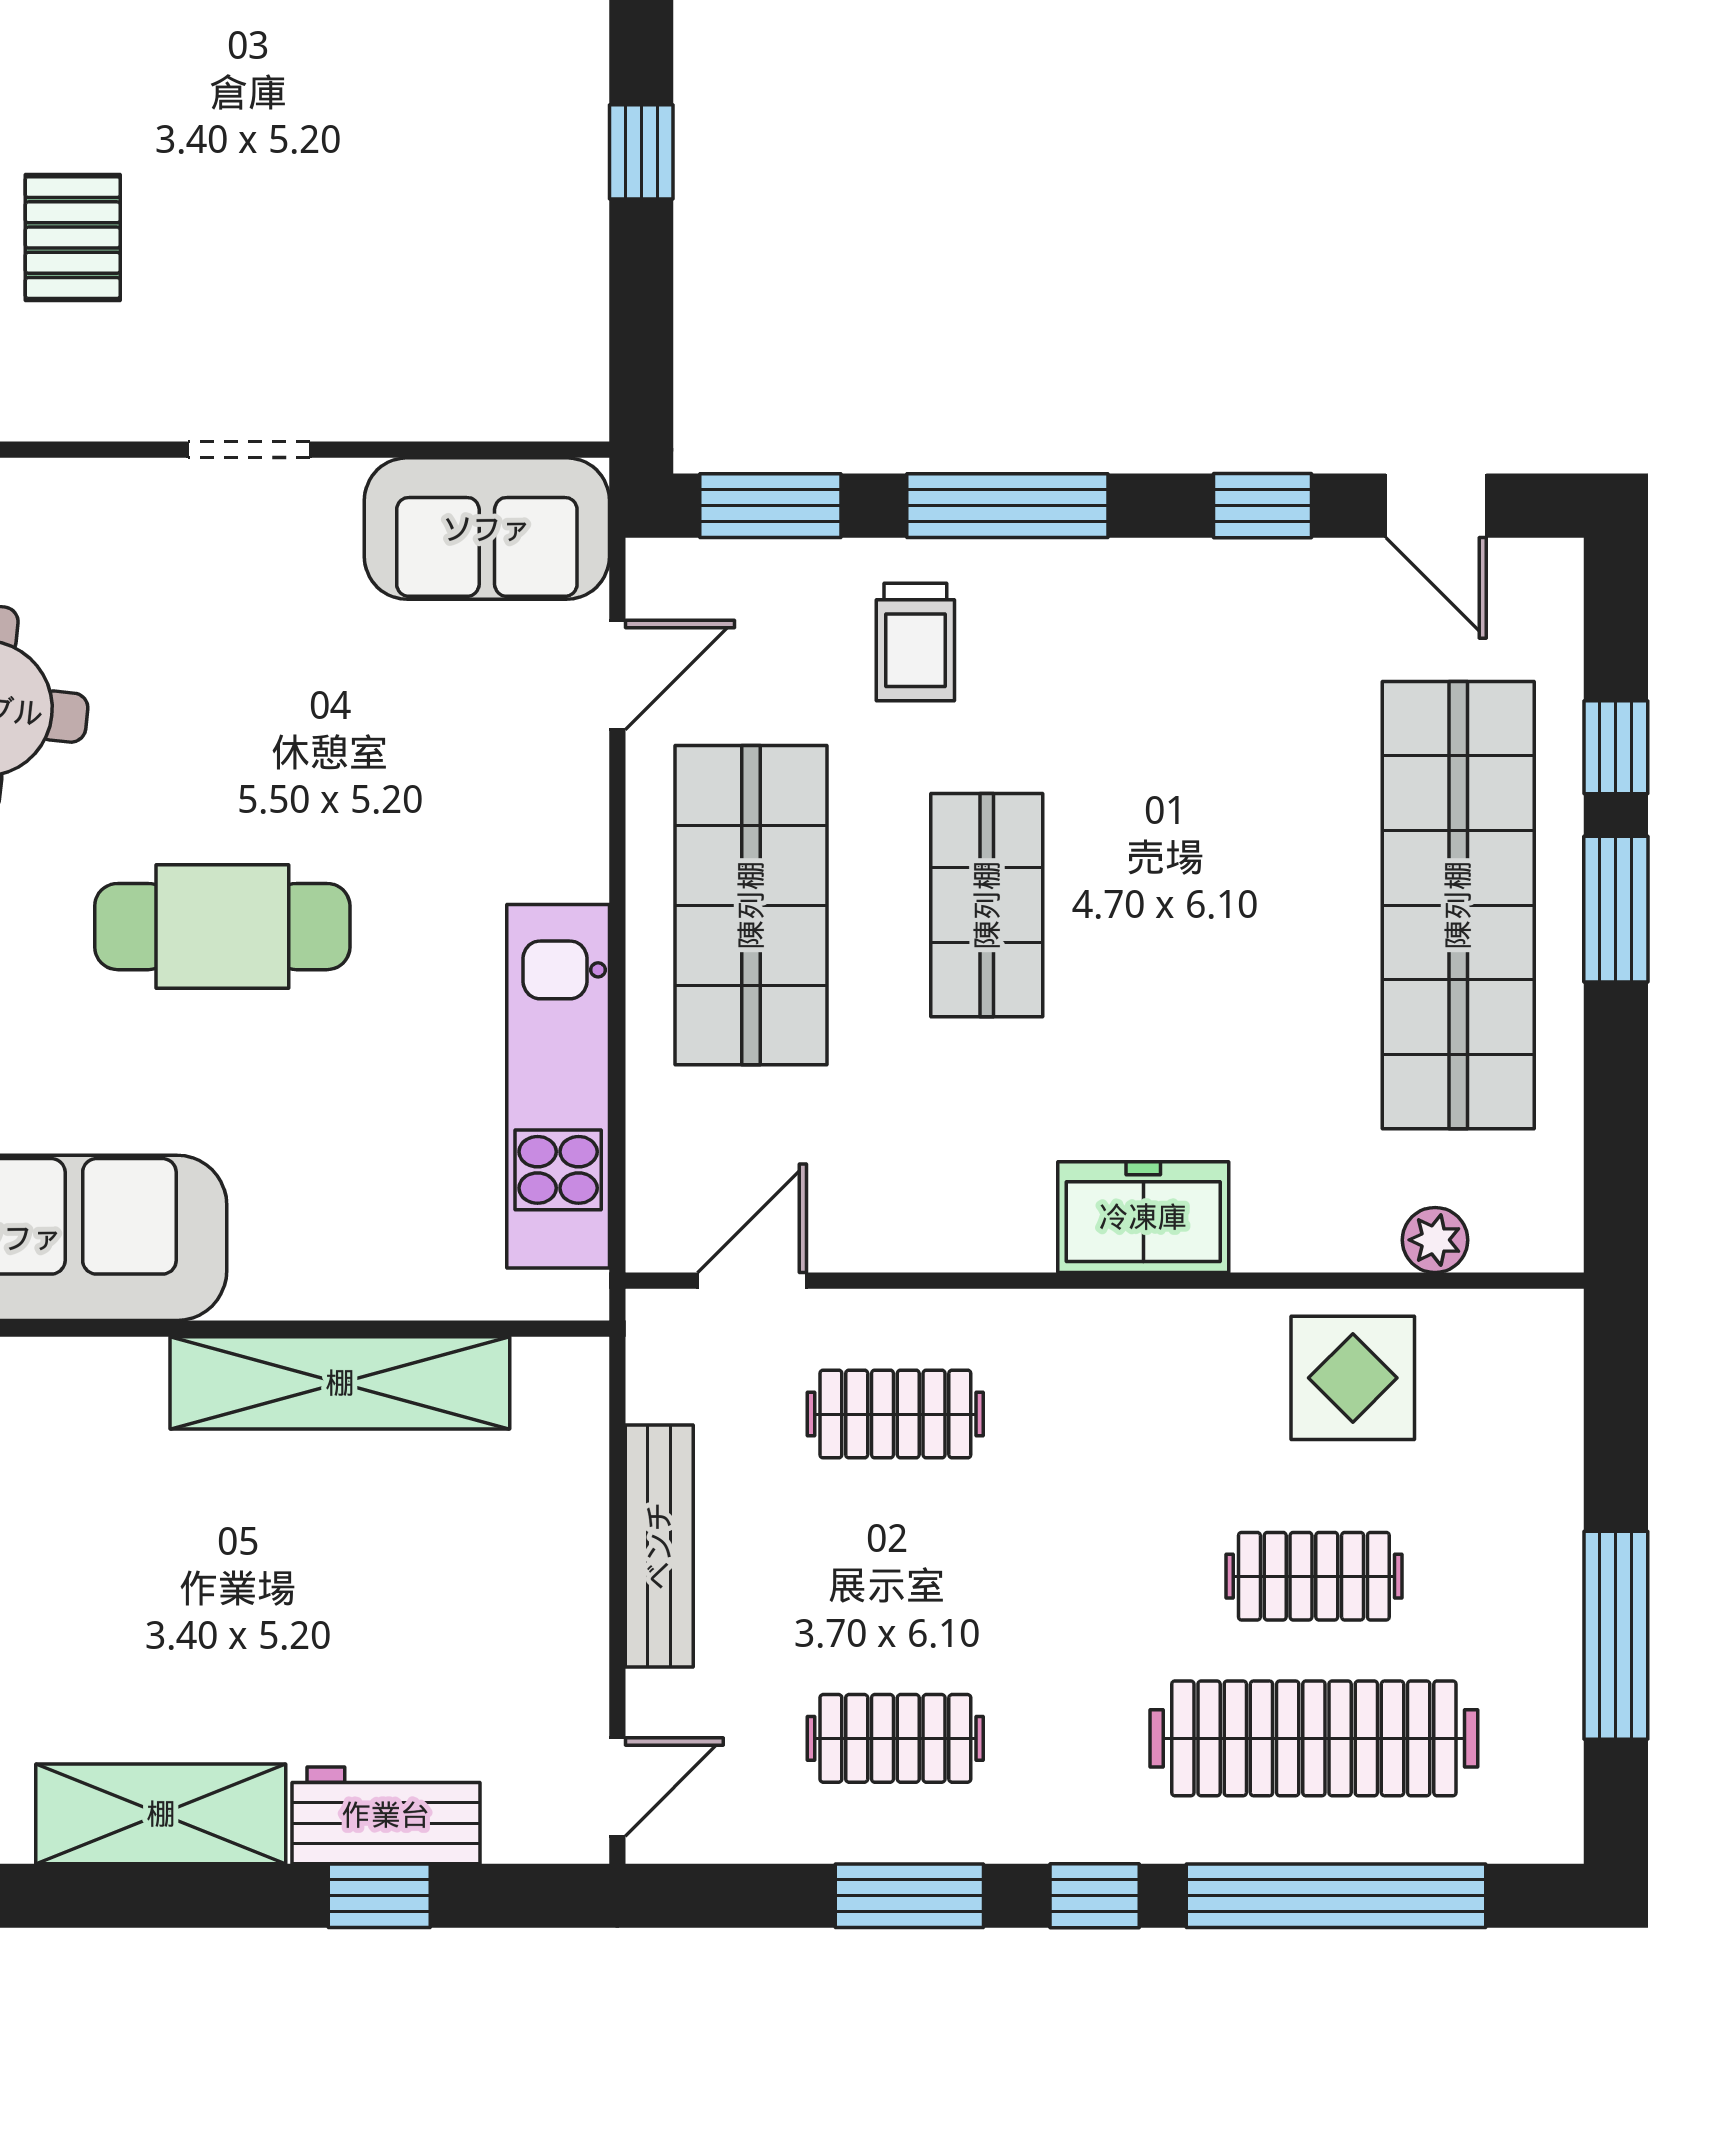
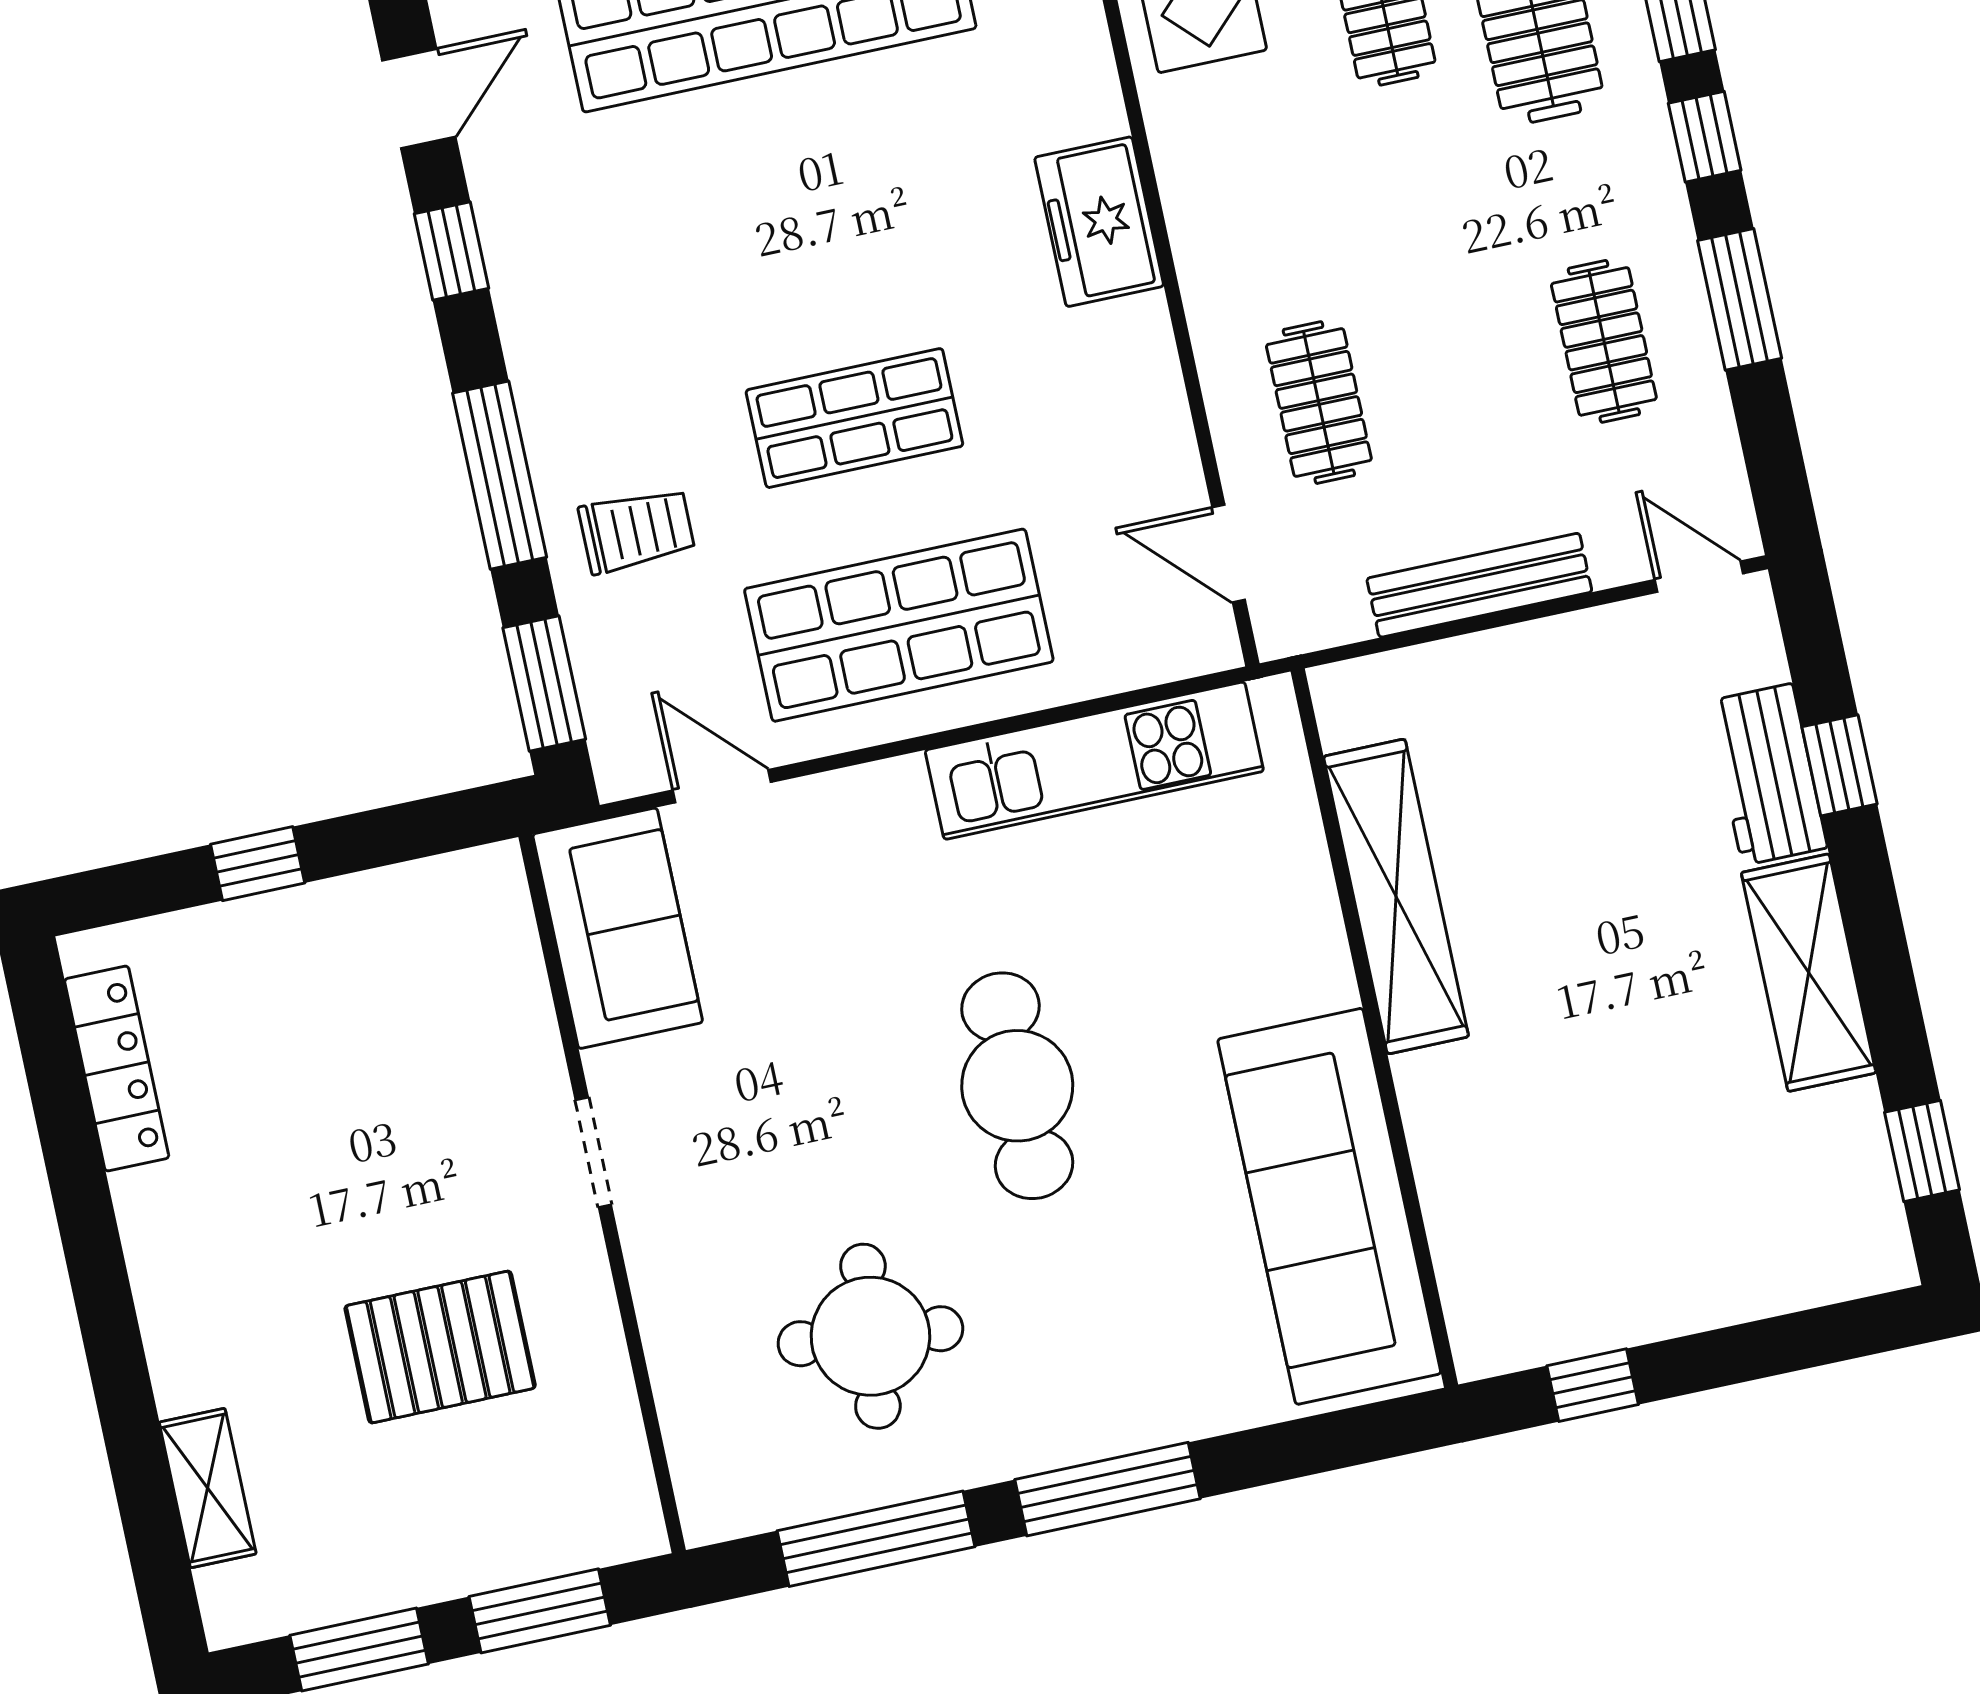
pallet: (73, 238) -> (440, 1347), width x1.50, depth x1.42

